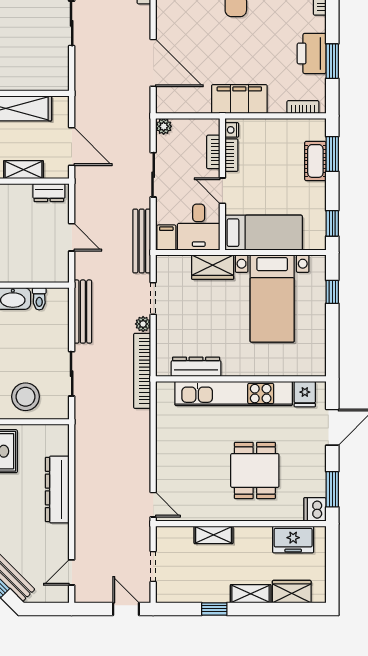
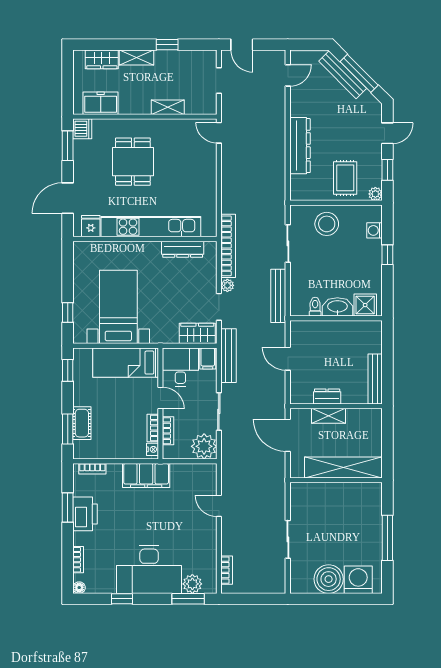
door: (153, 63) -> (219, 506), width x0.53
plant: (164, 126) -> (204, 446), width x1.87, depth x1.87
dresser: (49, 193) -> (327, 396), moved
wardrobe: (213, 267) -> (197, 333), moved

